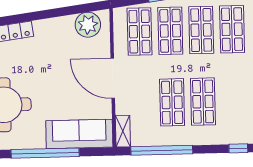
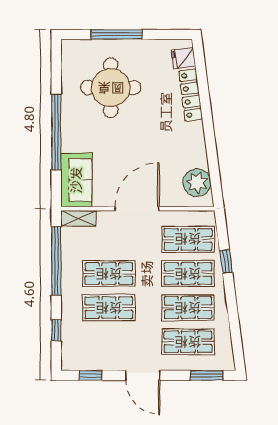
sofa: (79, 134) -> (76, 180), width x0.73
window: (238, 148) -> (56, 330), moved

